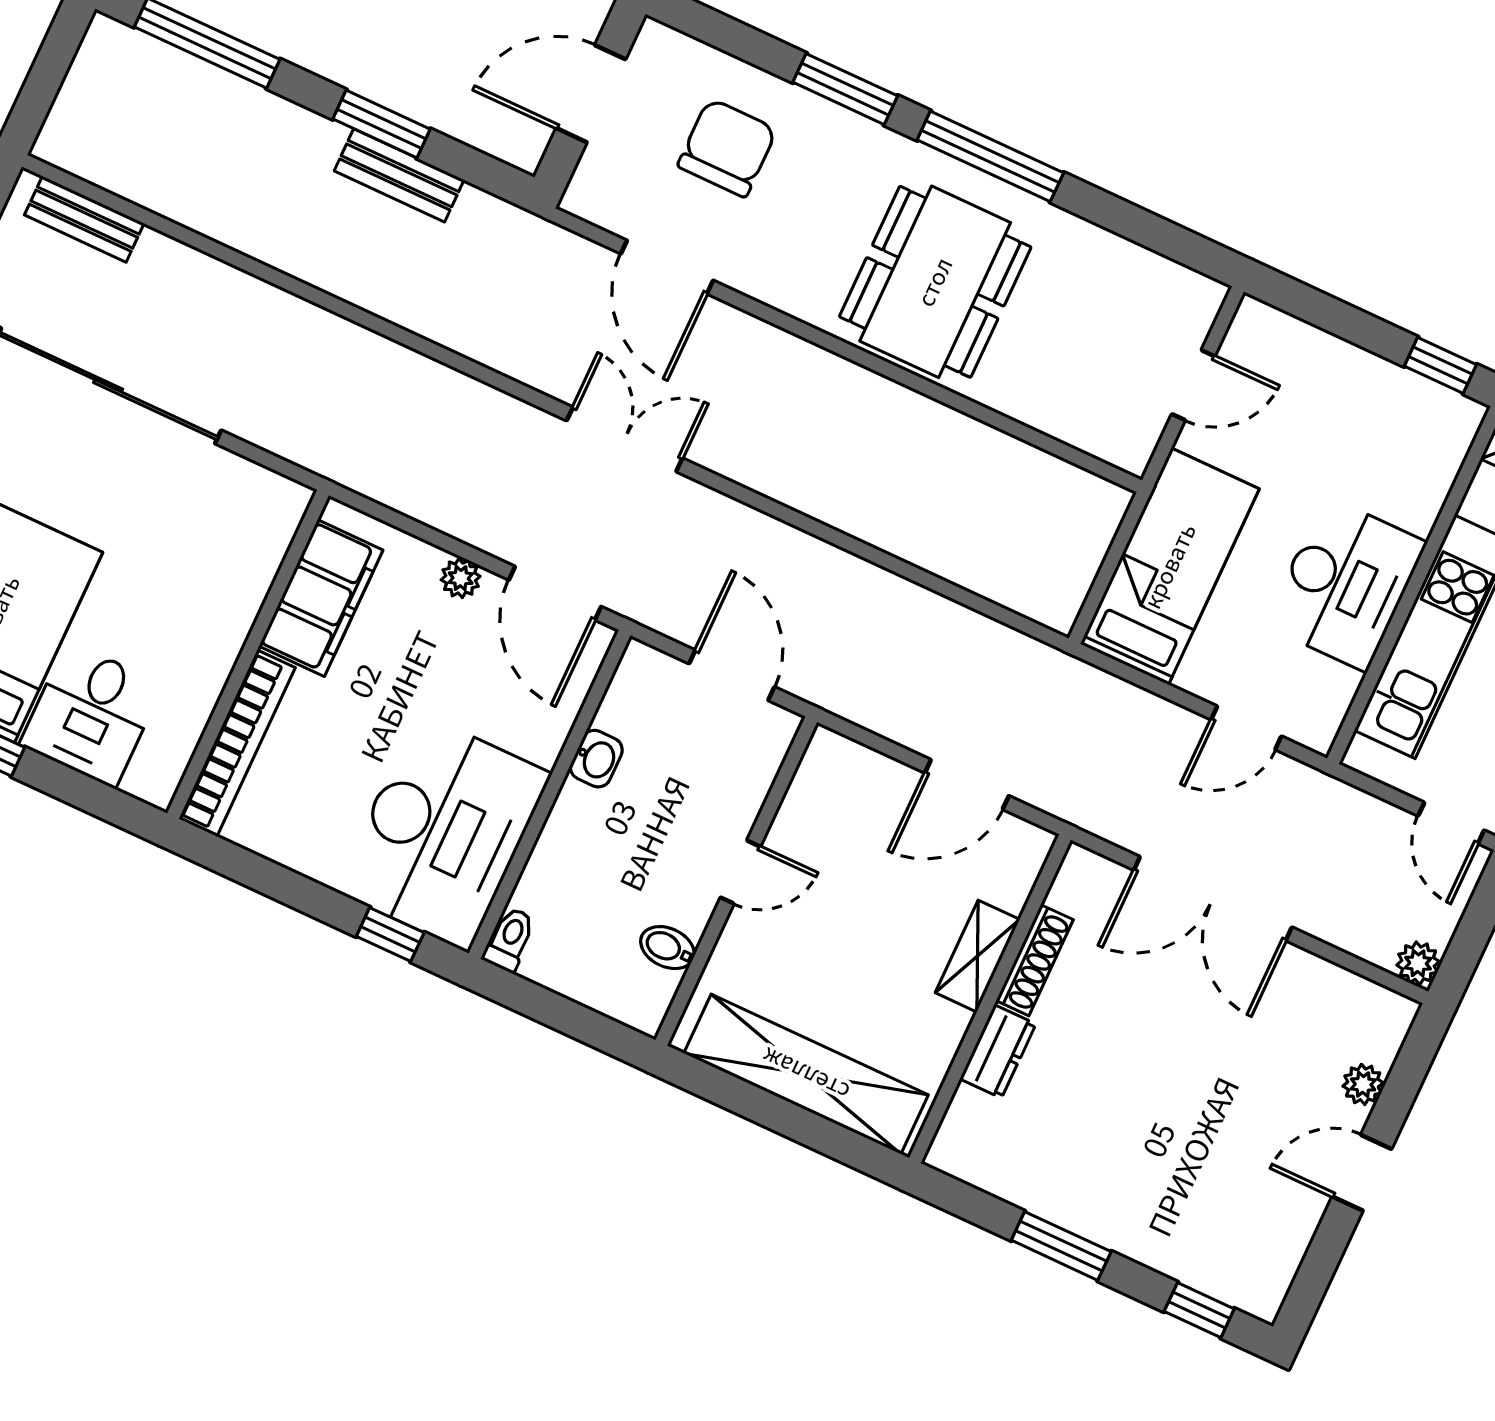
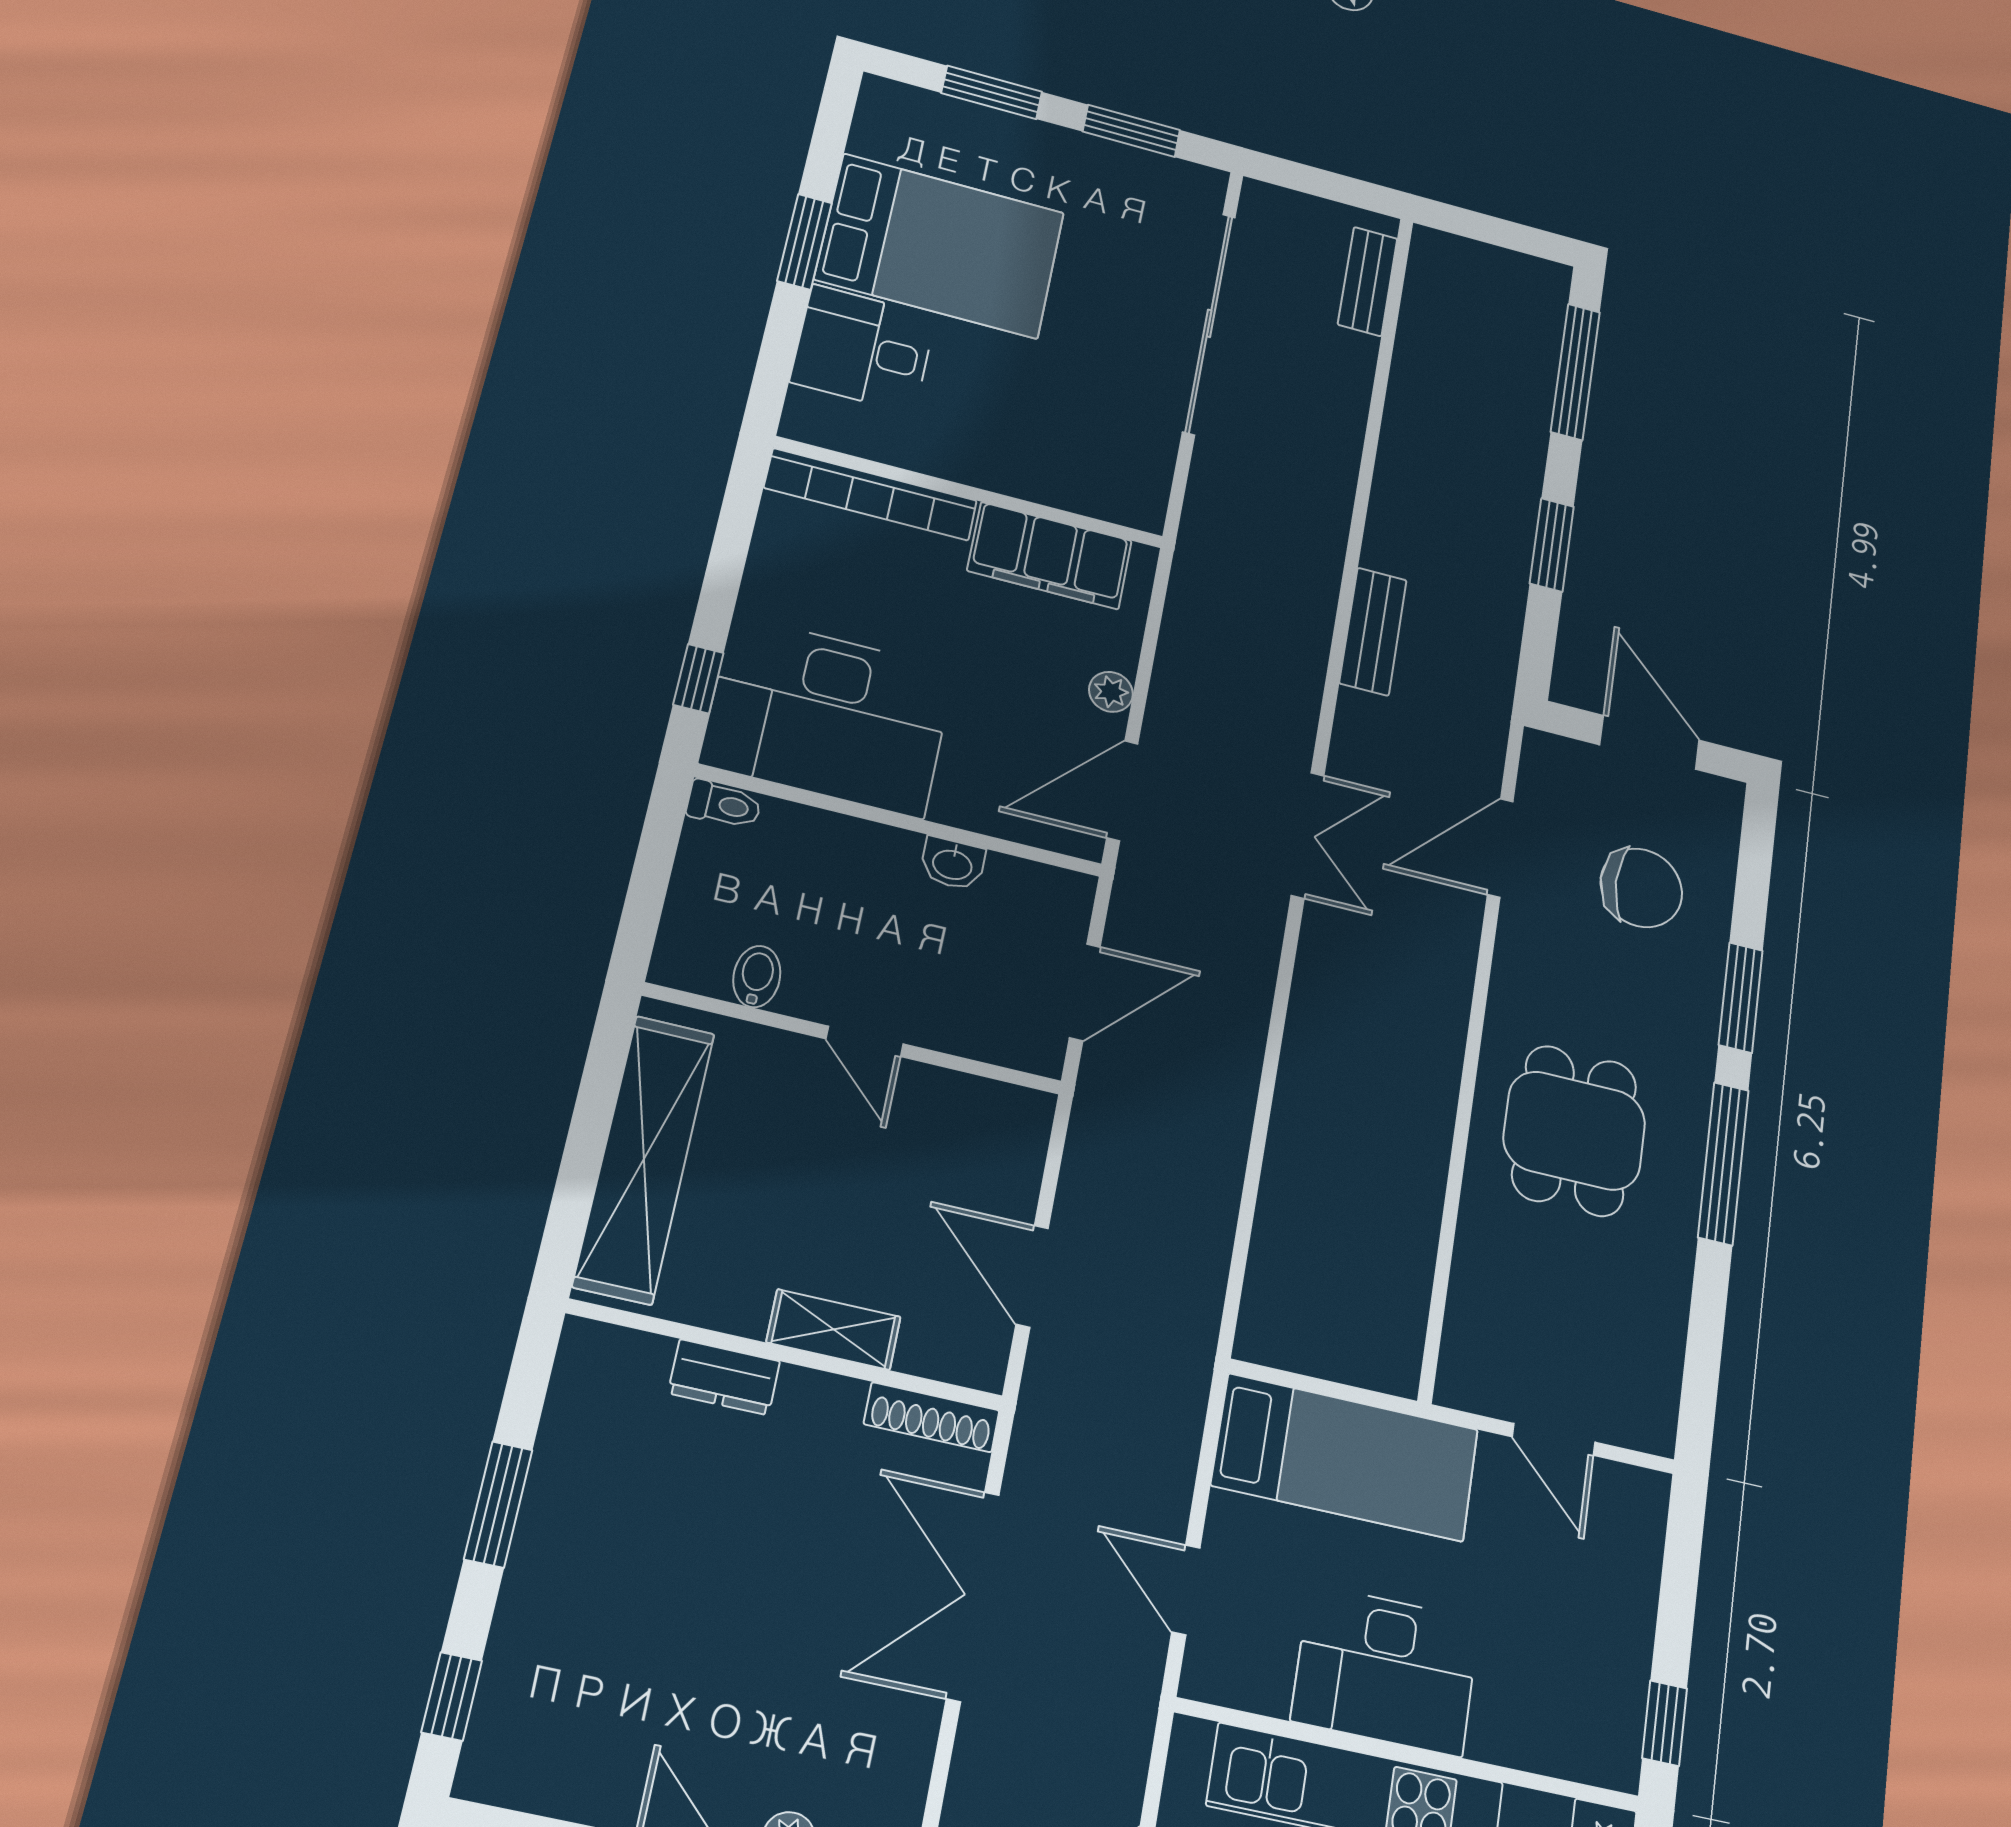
bench: (399, 175) -> (1373, 631), moved
dining table: (935, 282) -> (1574, 1131), width x0.73
shoe rack: (1035, 960) -> (932, 1417), moved

